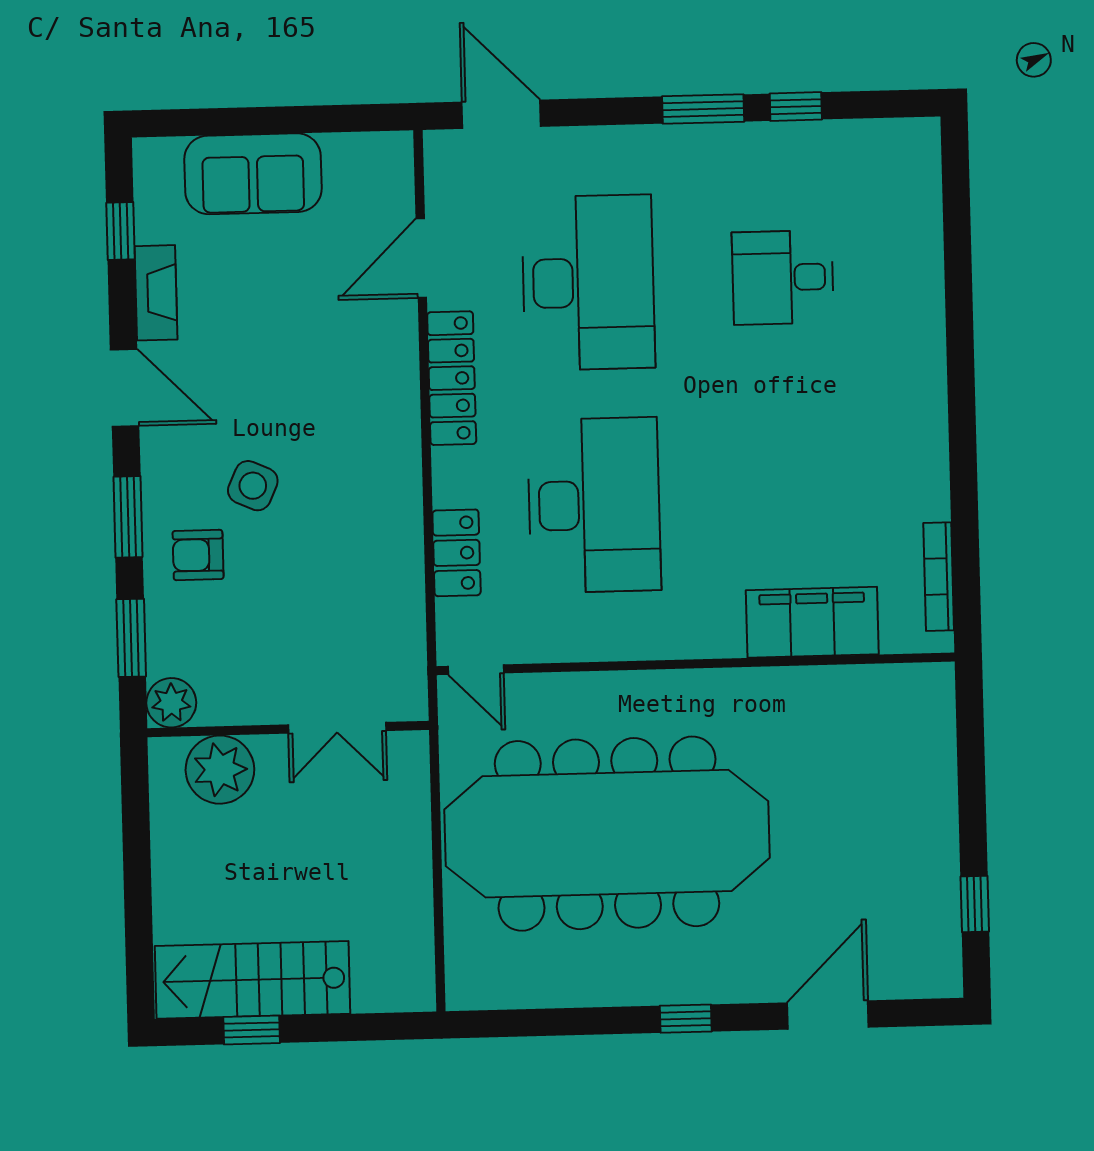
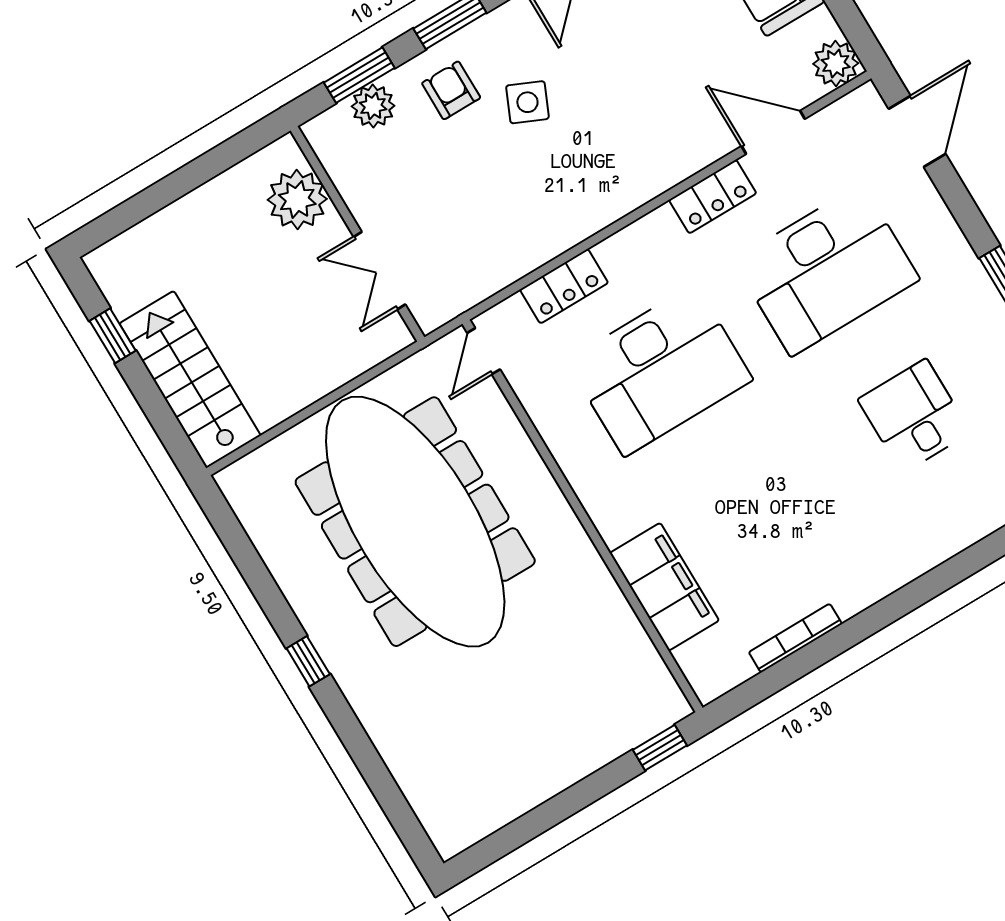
plant: (388, 157) -> (836, 64), added
locker: (452, 378) -> (713, 197), width x0.66
bookcase: (939, 577) -> (795, 638), moved
plant: (171, 703) -> (373, 106), moved
window: (975, 904) -> (660, 748), moved
stairs: (253, 980) -> (190, 379), moved
door: (828, 1015) -> (372, 768), removed

